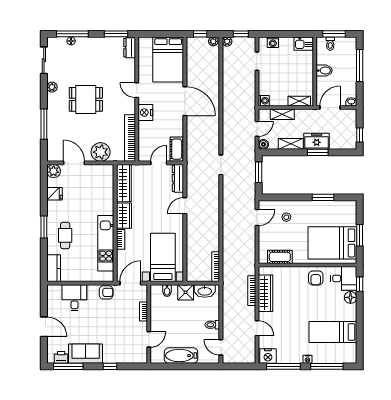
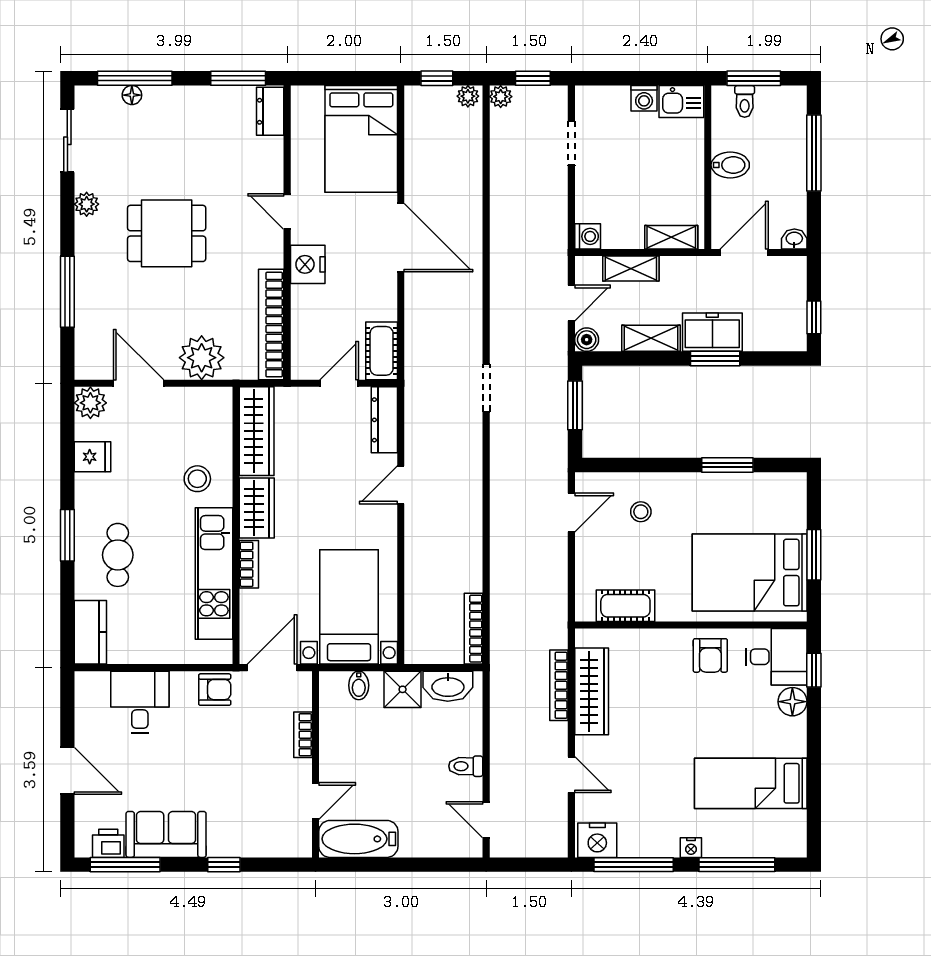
washing machine: (273, 42) -> (644, 98), moved
stool: (99, 203) -> (197, 479), added
bathtub: (181, 356) -> (358, 839), moved

